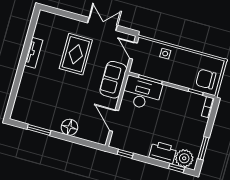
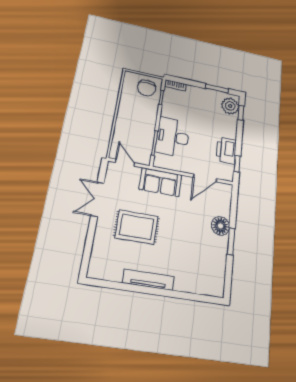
door: (133, 51) -> (125, 163), swing flipped
tv unit: (33, 53) -> (148, 280), width x1.41
side table: (165, 54) -> (124, 129), removed
desk: (142, 93) -> (173, 137), moved
window: (39, 130) -> (231, 241), moved
printer: (163, 152) -> (226, 150), moved

